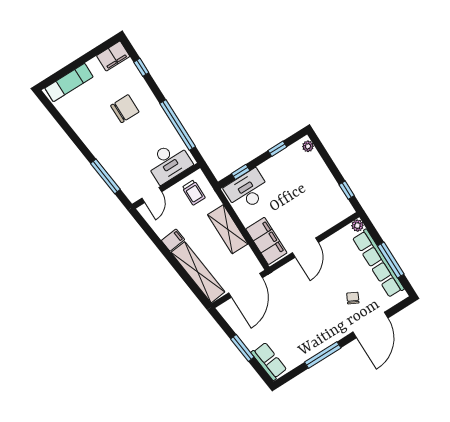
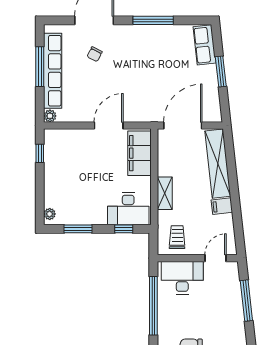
window: (277, 149) -> (78, 229), width x1.50
shelving: (228, 229) -> (165, 193), width x0.67, depth x0.75

